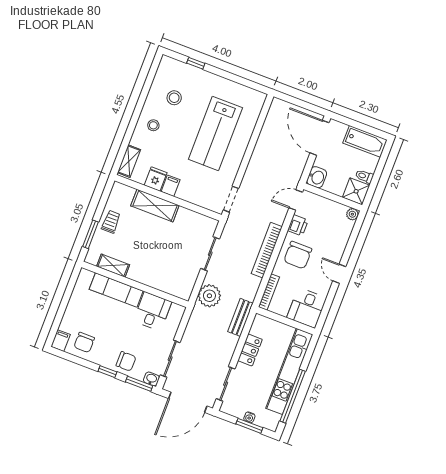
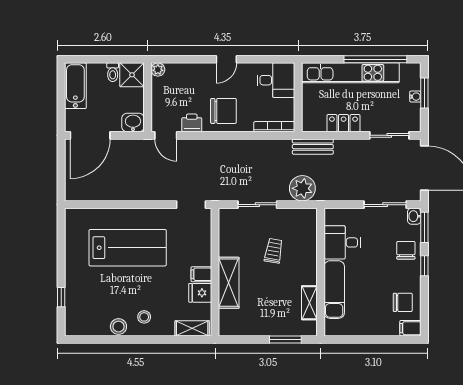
stool: (174, 98) -> (118, 327), moved
trolley: (111, 222) -> (274, 251), moved, turned 100
bookcase: (267, 250) -> (231, 146), removed

